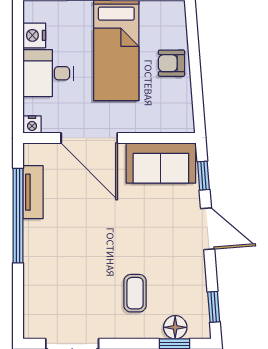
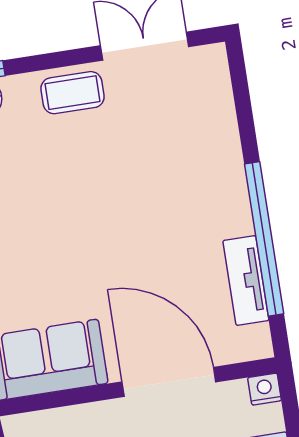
coffee table: (135, 293) -> (73, 93), moved, turned 90

